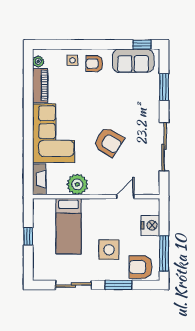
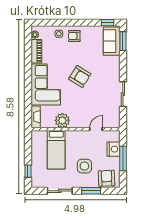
sofa: (133, 61) -> (112, 41), moved, turned 90
window: (164, 87) -> (123, 41), moved
armchair: (109, 142) -> (80, 76), moved
sliding door: (164, 147) -> (123, 94), width x0.73
window: (28, 236) -> (28, 171), moved
window: (164, 254) -> (123, 159), moved
armchair: (141, 267) -> (107, 178), turned 88

